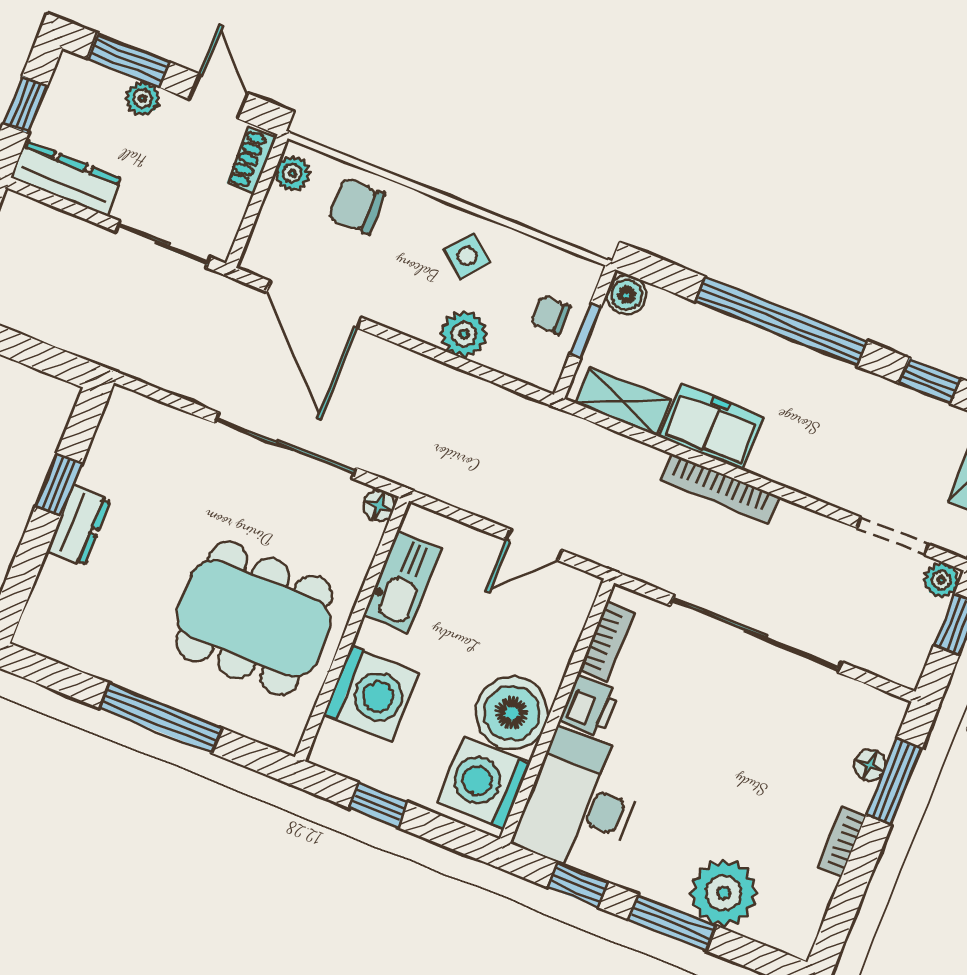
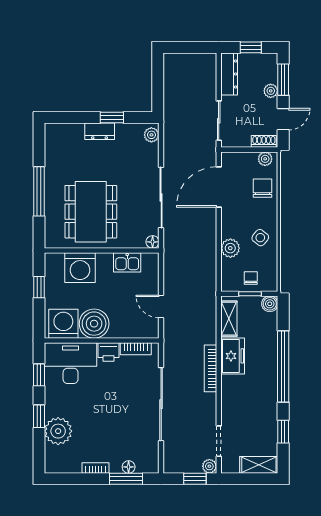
plant: (134, 410) -> (151, 135), added
kitchen sink: (402, 582) -> (127, 262), width x0.73
window: (672, 923) -> (39, 416), width x0.67

